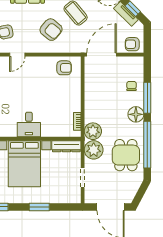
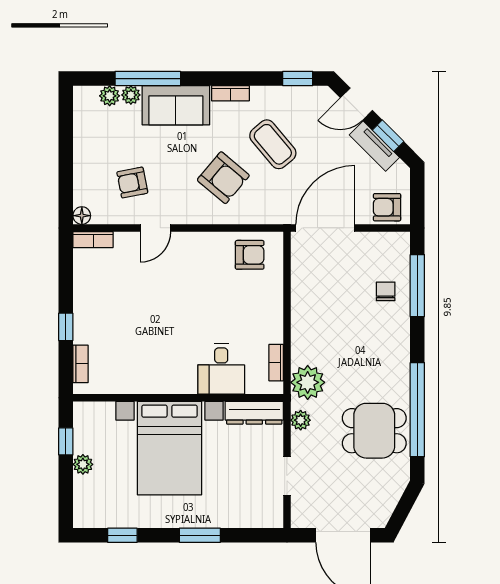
window: (147, 98) -> (417, 286), moved
floor lamp: (136, 114) -> (394, 349), removed
desk: (29, 124) -> (221, 369), moved
plant: (94, 150) -> (301, 420), width x0.53, depth x0.53
dining table: (126, 155) -> (374, 431), turned 90

